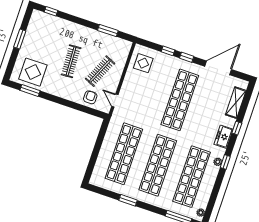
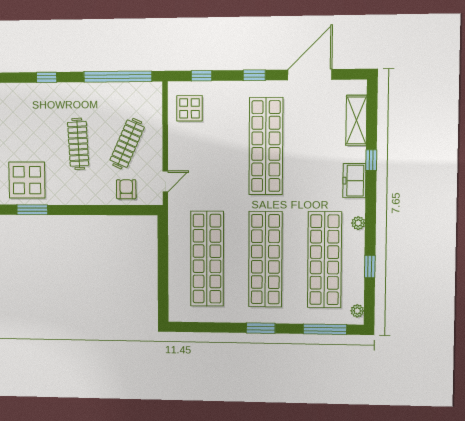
window: (51, 11) -> (47, 77), moved
window: (108, 31) -> (118, 77), width x2.11
window: (168, 51) -> (202, 76), moved
door: (115, 101) -> (165, 181), swing flipped
window: (225, 162) -> (370, 267), moved
window: (128, 200) -> (261, 328), moved

